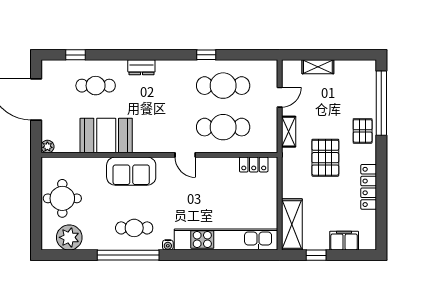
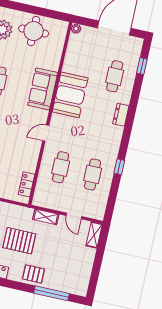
shelving: (318, 67) -> (94, 235), moved
cafe table: (223, 86) -> (93, 174), width x0.73, depth x0.74
window: (381, 103) -> (52, 293), width x0.68
cafe table: (223, 127) -> (61, 167), width x0.73, depth x0.74
booth: (106, 136) -> (70, 95), moved

